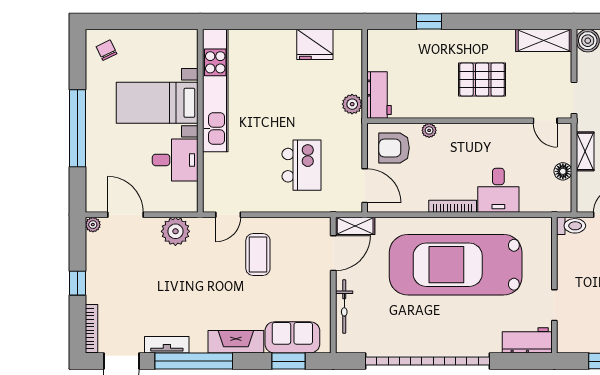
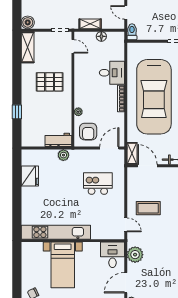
pallet: (482, 79) -> (50, 82), turned 90
door: (545, 121) -> (73, 46), hinge flipped
desk: (175, 160) -> (113, 255), moved

